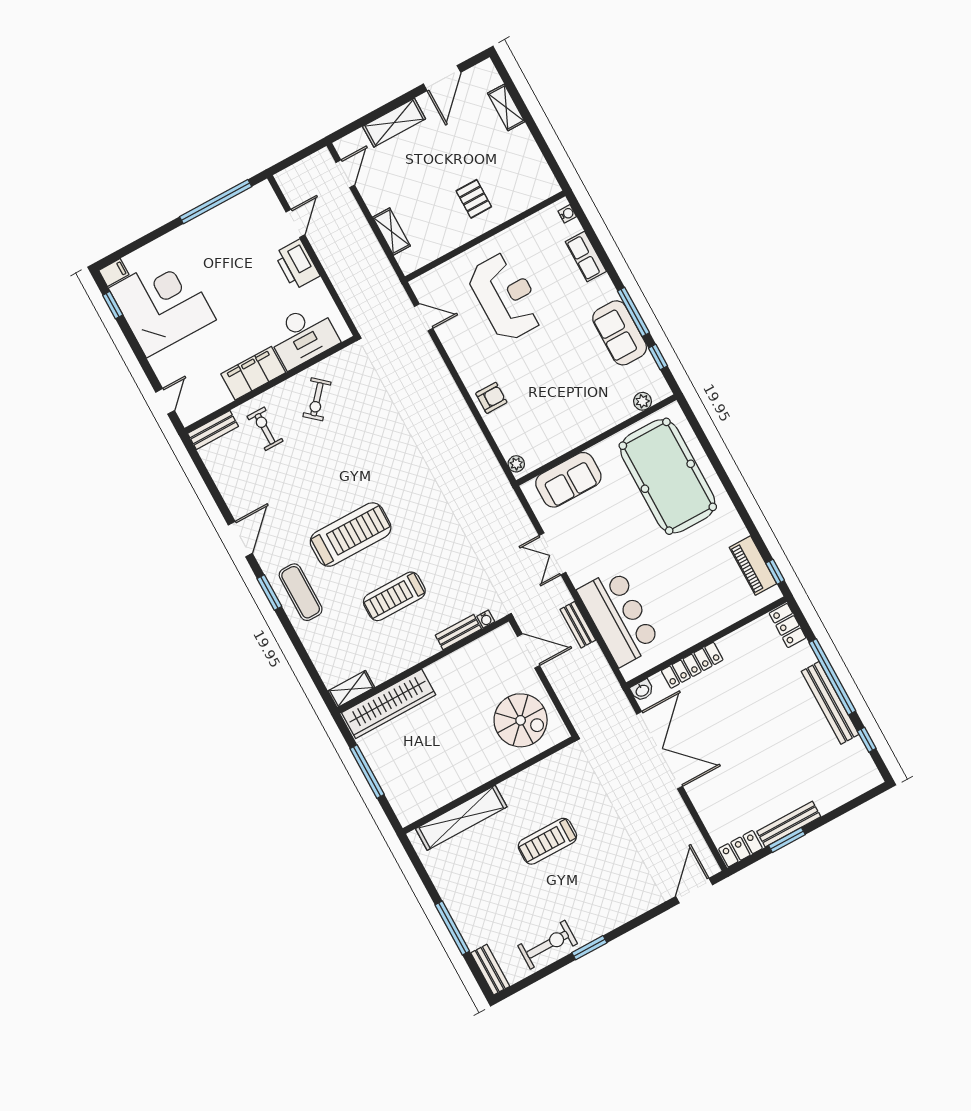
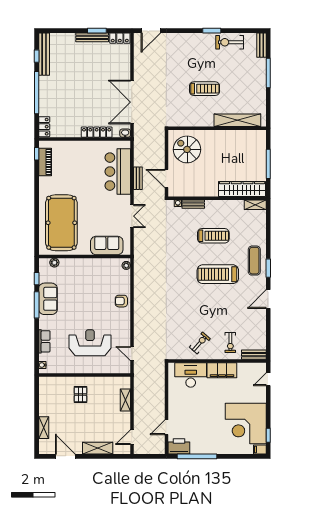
door: (442, 78) -> (65, 456), hinge flipped
printer: (297, 265) -> (179, 446), moved, turned -90
reception desk: (506, 297) -> (90, 343), turned 90
bench: (830, 703) -> (44, 54), moved

